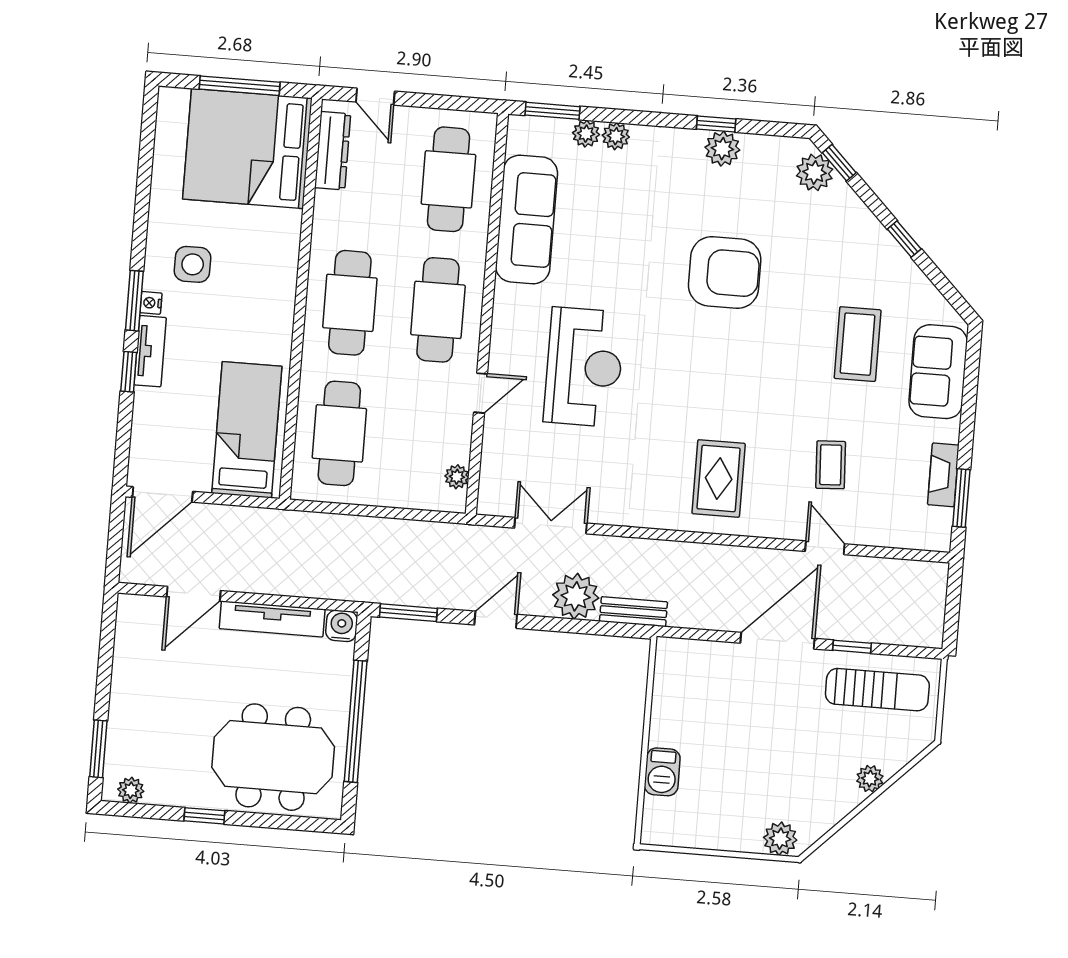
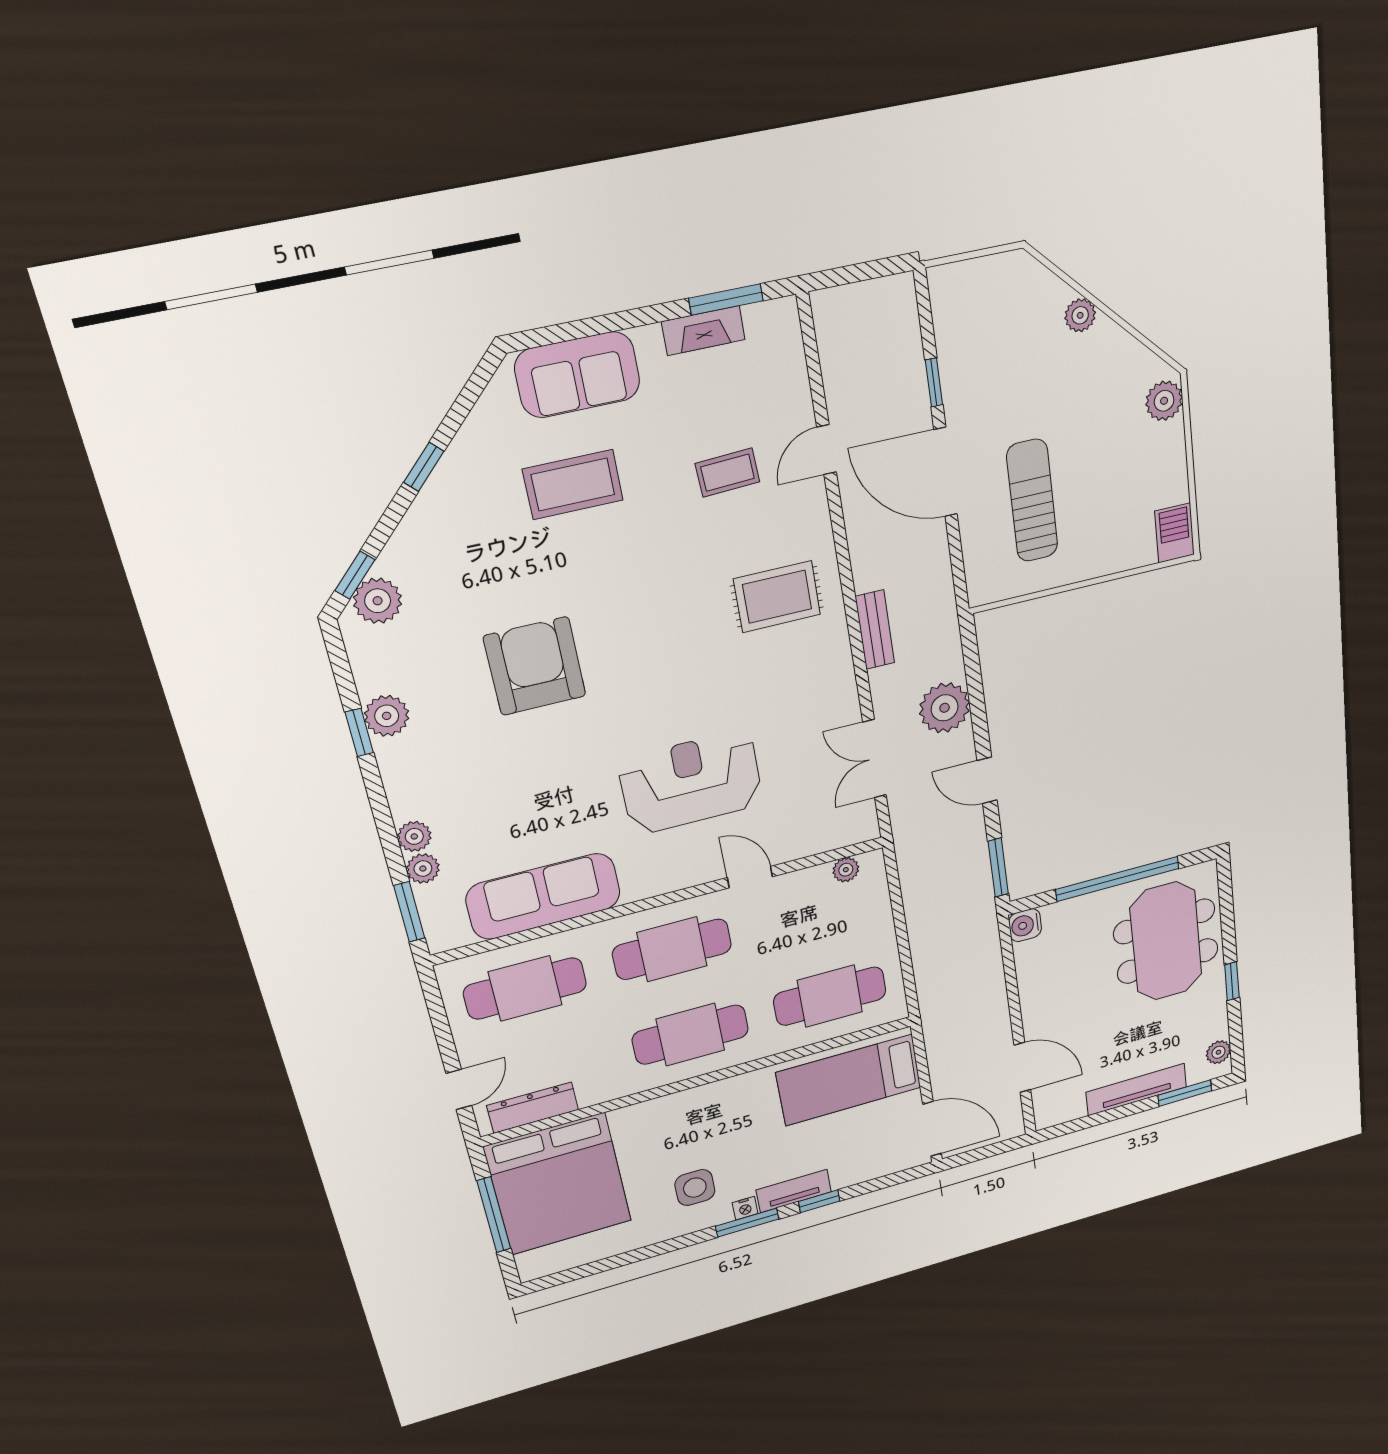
bench: (633, 612) -> (875, 630), moved
tv unit: (272, 619) -> (1136, 1090), moved, turned -90
sun lounger: (877, 690) -> (1032, 501), moved
barbecue: (662, 772) -> (1175, 533), moved, turned -90

